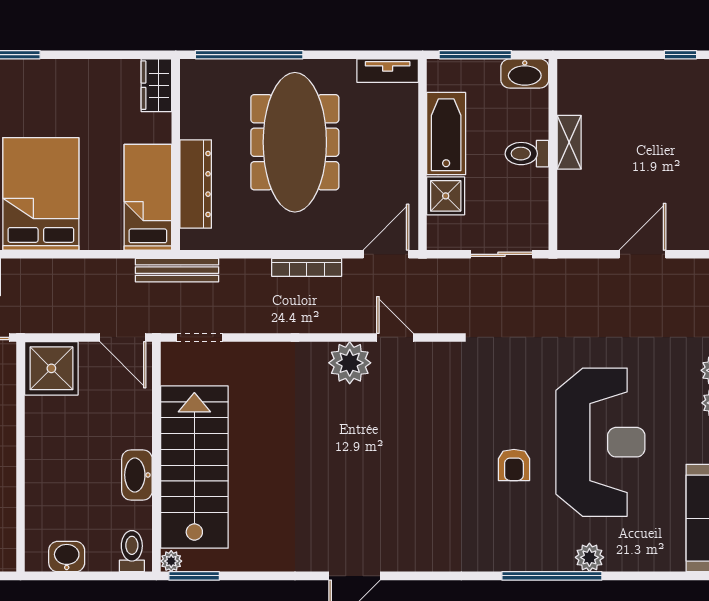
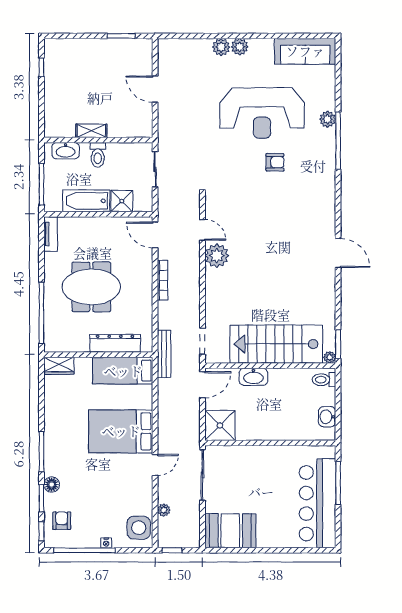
washbasin: (525, 73) -> (66, 151), moved, turned 90
meeting table: (295, 142) -> (91, 287), width x0.73
door: (395, 337) -> (202, 230), swing flipped
reception desk: (600, 442) -> (262, 113), turned 180
washbasin: (137, 475) -> (253, 377), moved

